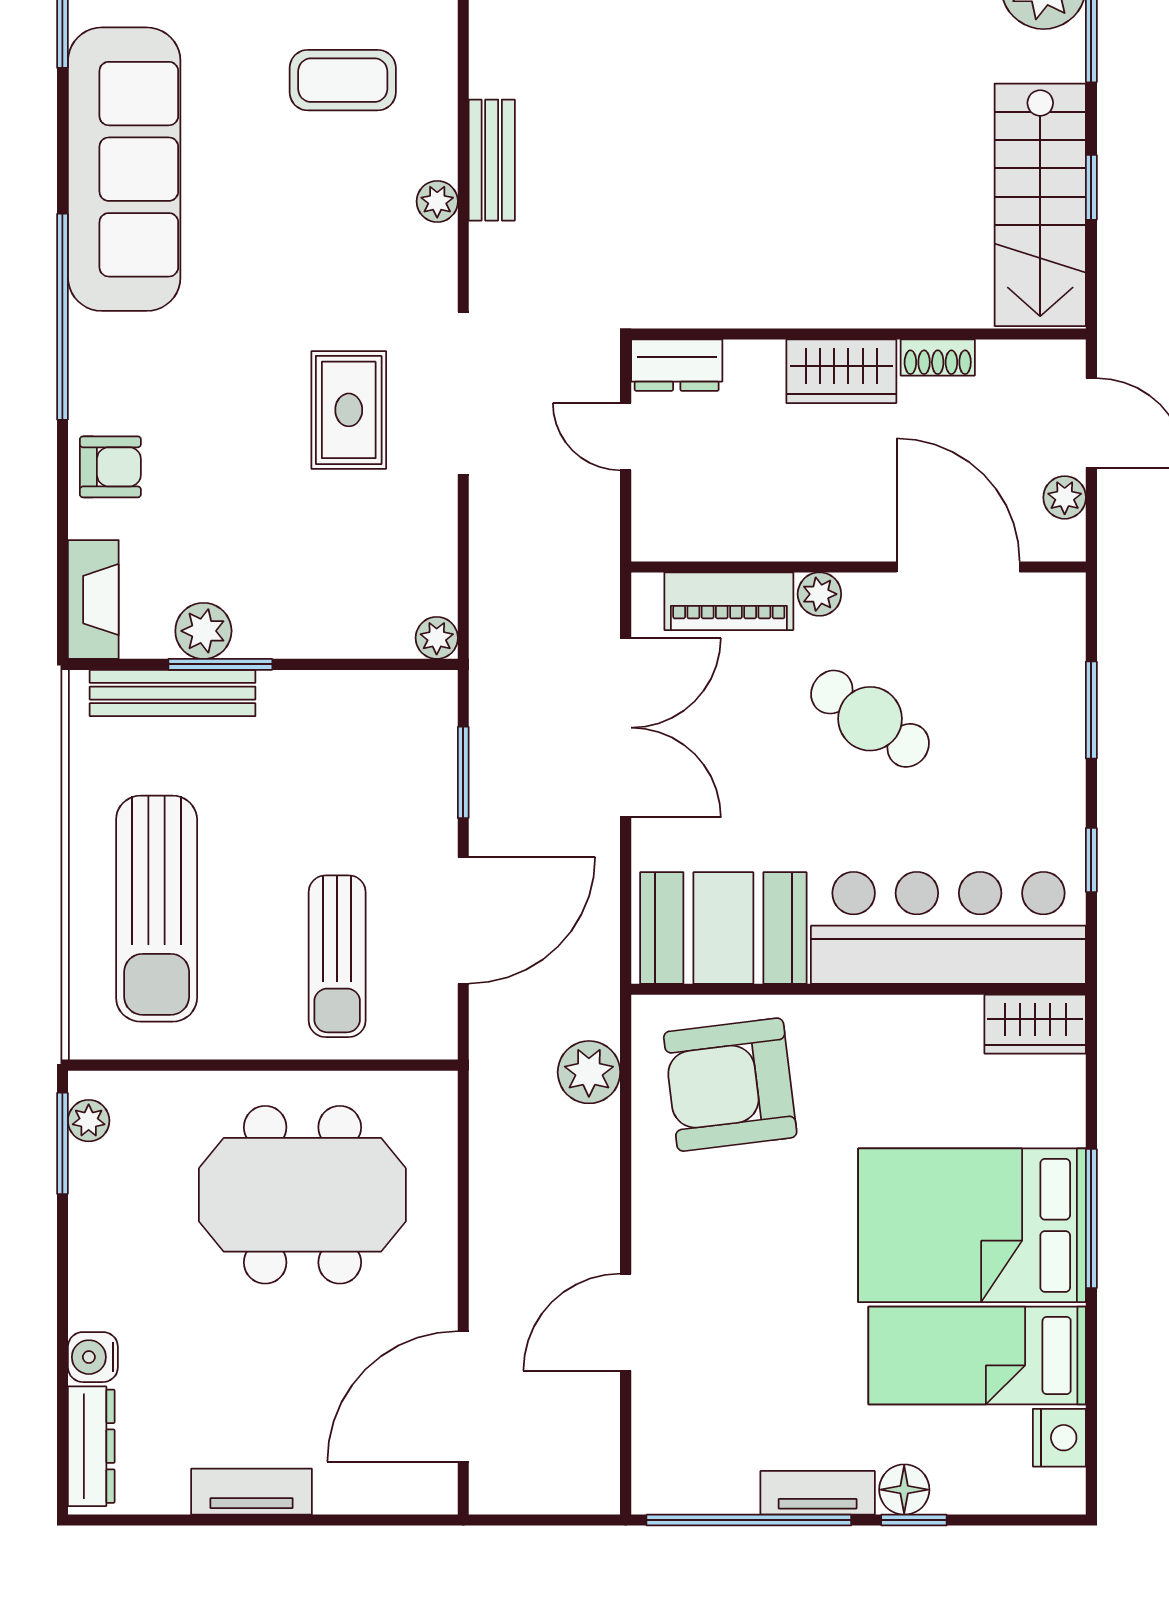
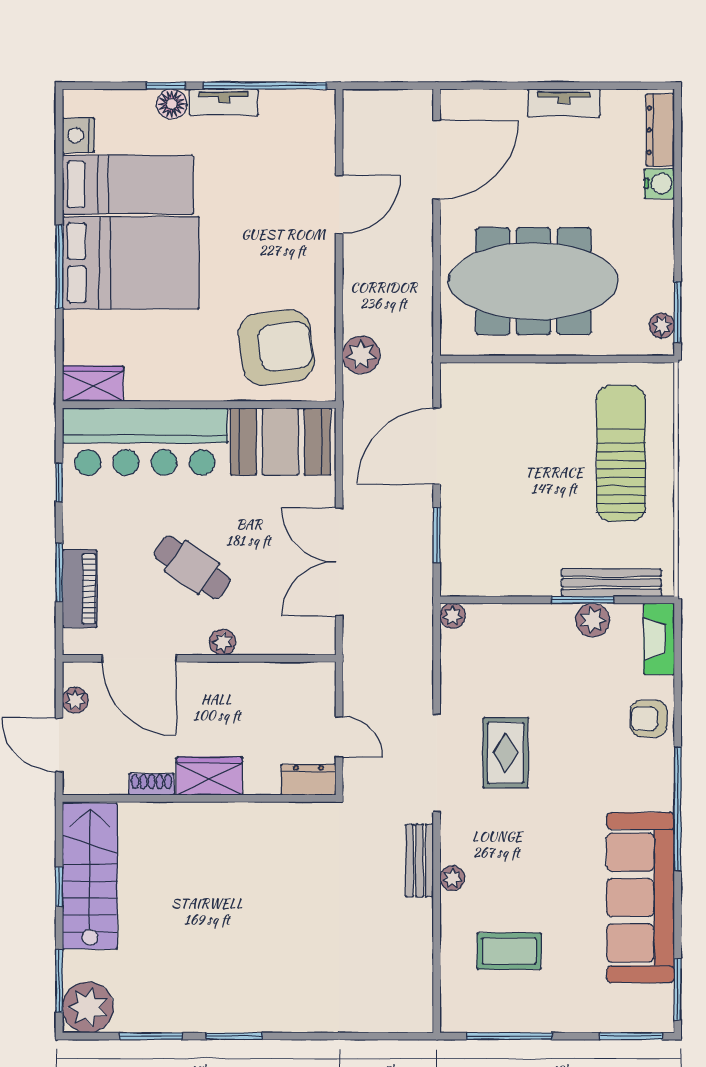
bench: (492, 160) -> (420, 861), moved
piano: (729, 601) -> (80, 589), moved, turned 90
sun lounger: (337, 956) -> (512, 425), removed
meeting table: (302, 1195) -> (533, 281), width x1.36

